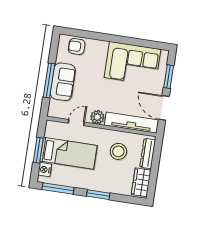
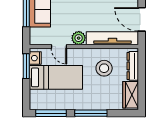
door: (76, 123) -> (59, 47), swing flipped
window: (38, 150) -> (26, 66), moved
nightstand: (45, 170) -> (35, 58), moved
window: (98, 195) -> (91, 113), width x1.44

